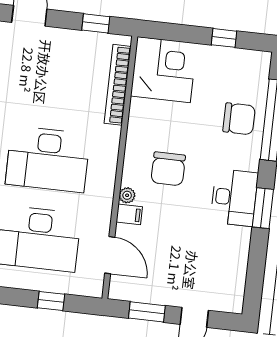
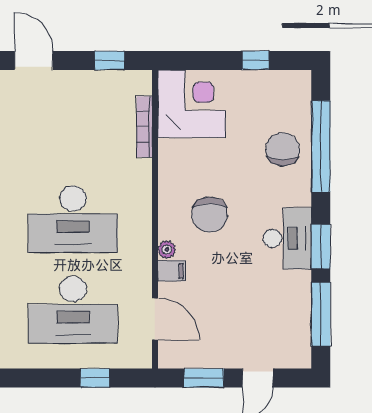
bookcase: (118, 85) -> (144, 127), width x0.68, depth x0.76
chair: (239, 119) -> (283, 149), turned -90
window: (256, 267) -> (321, 314), added

